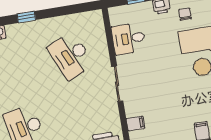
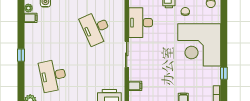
desk: (129, 39) -> (141, 23), width x1.37

